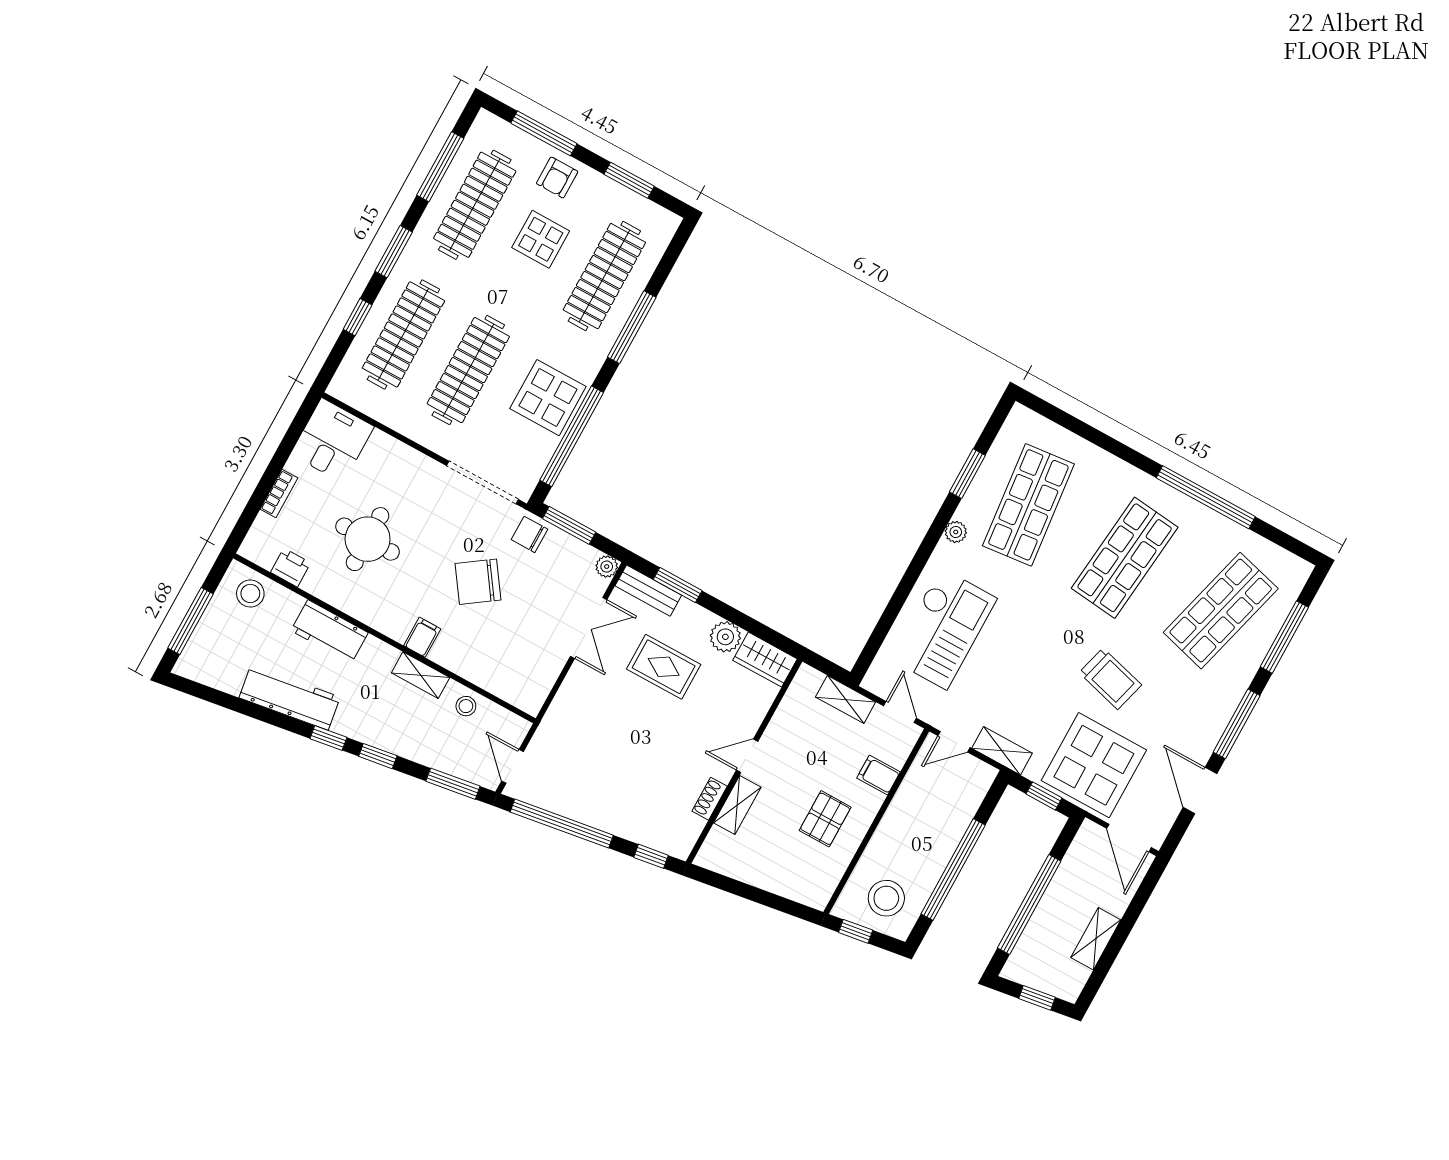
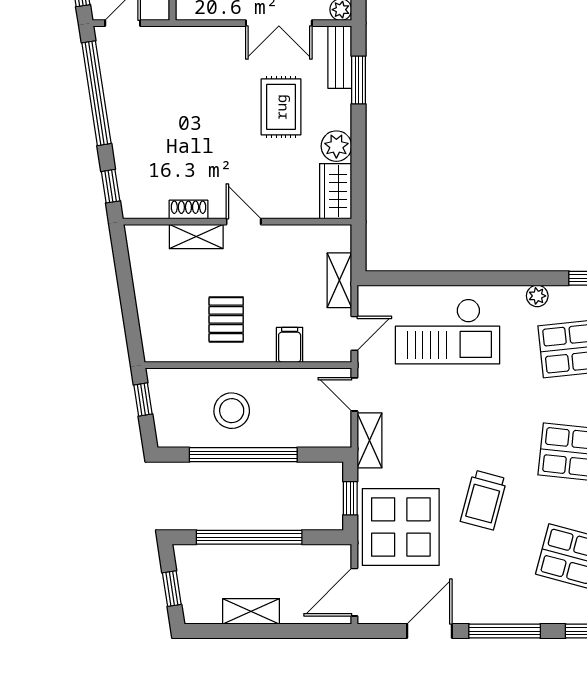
pallet: (825, 819) -> (226, 319), turned 90
stool: (886, 898) -> (232, 411), moved

